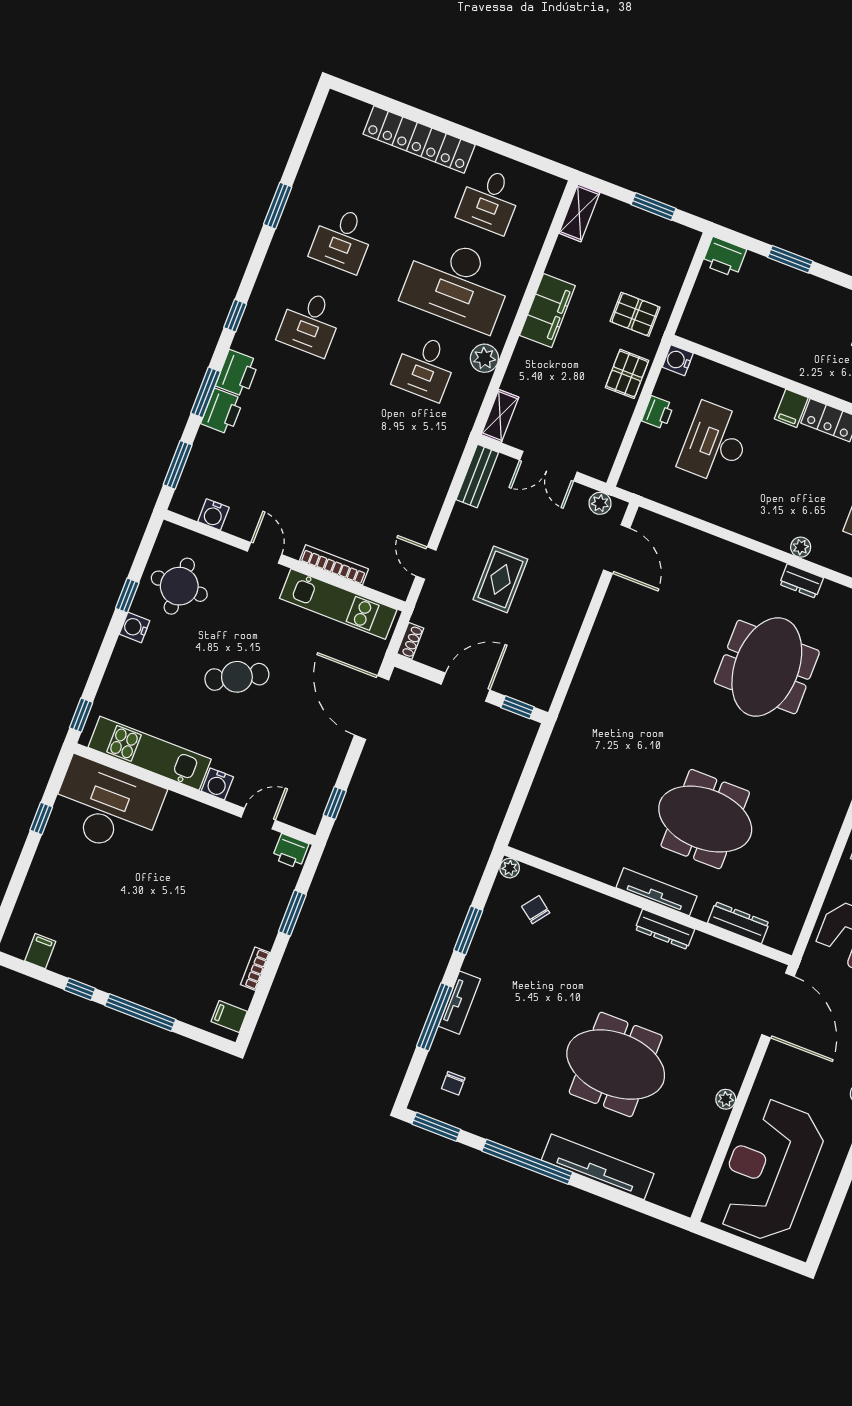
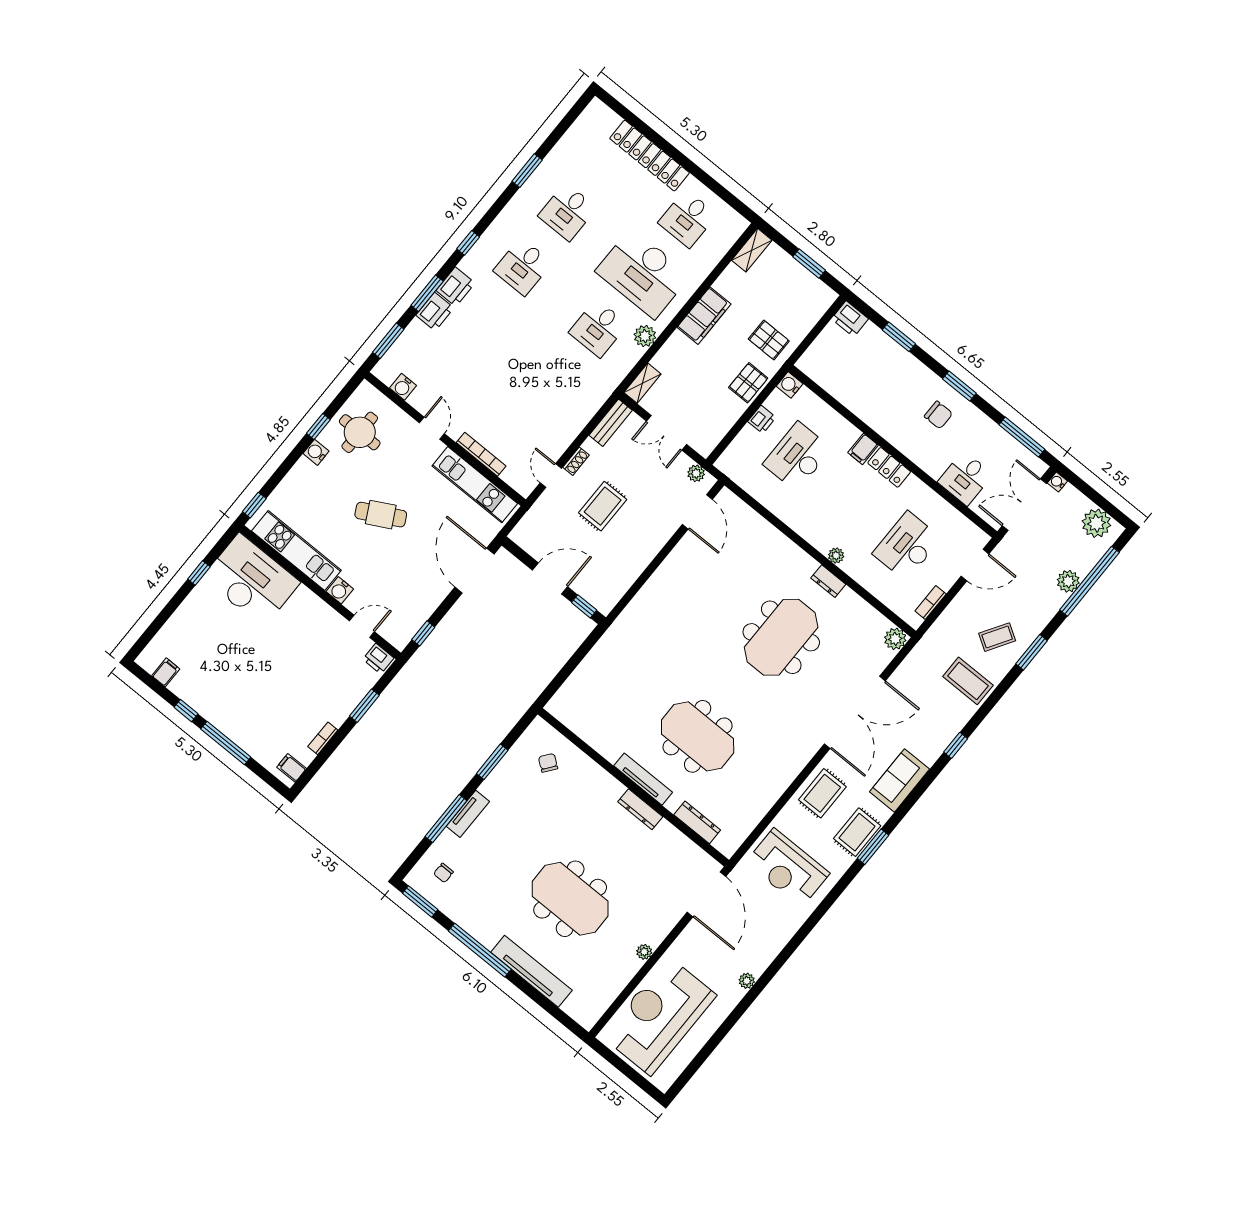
shoe rack: (410, 641) -> (576, 461), moved
plant: (510, 868) -> (539, 725), removed

